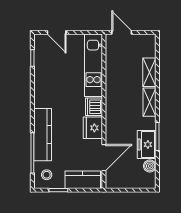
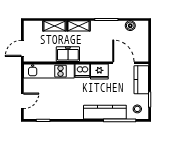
freezer: (147, 144) -> (68, 54), moved, turned 180

